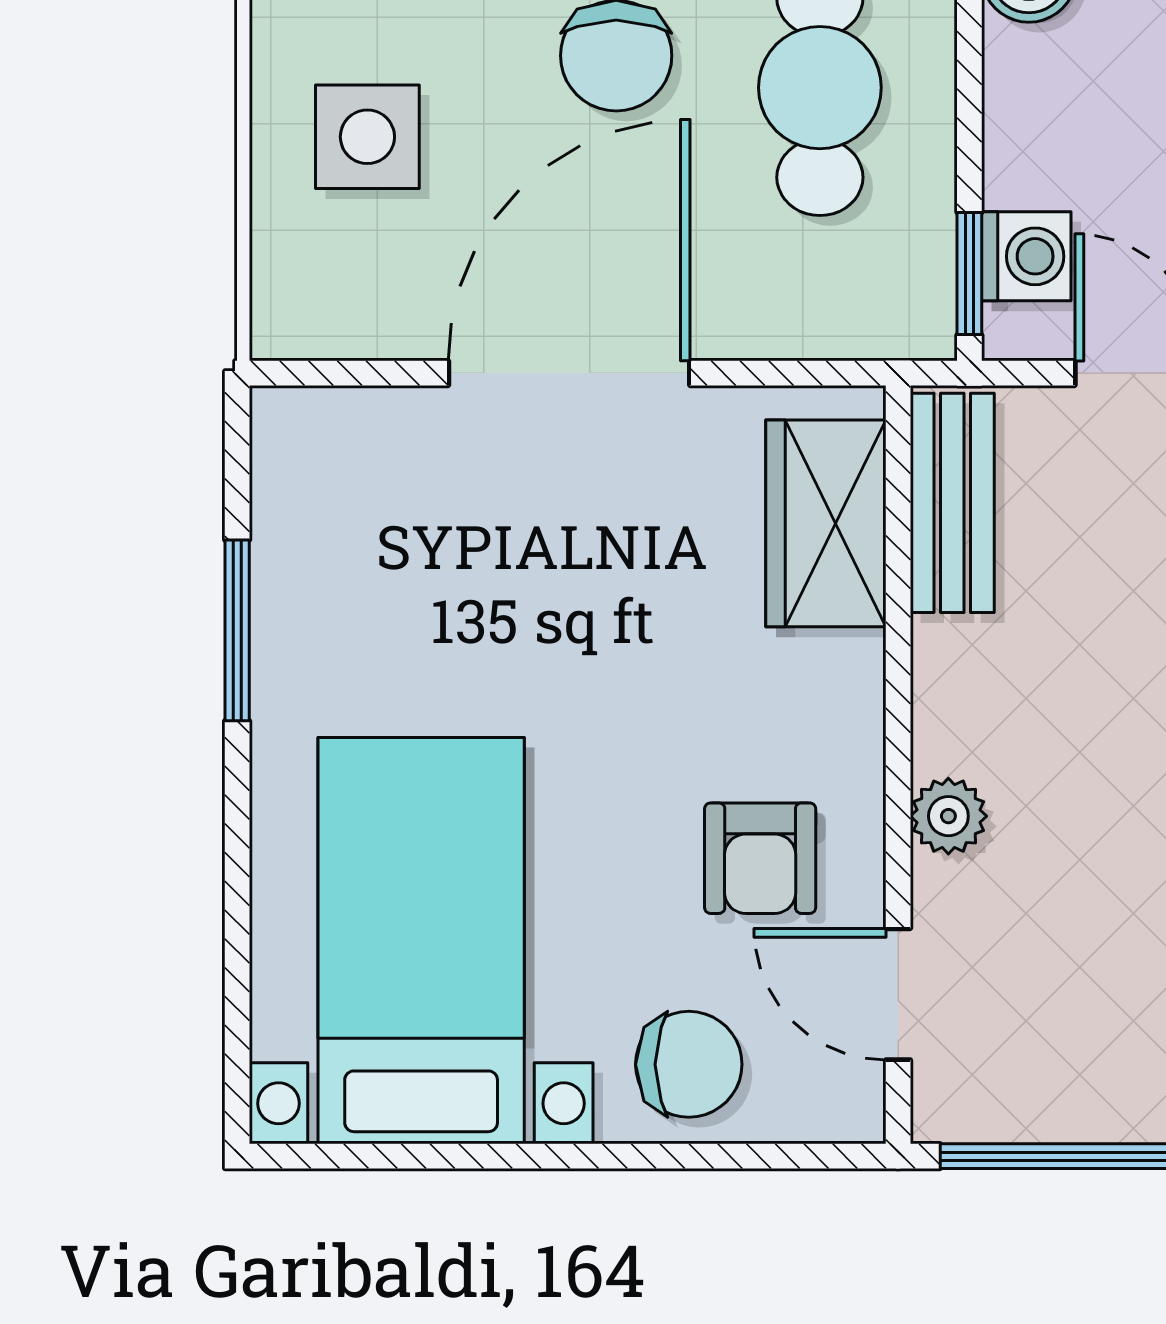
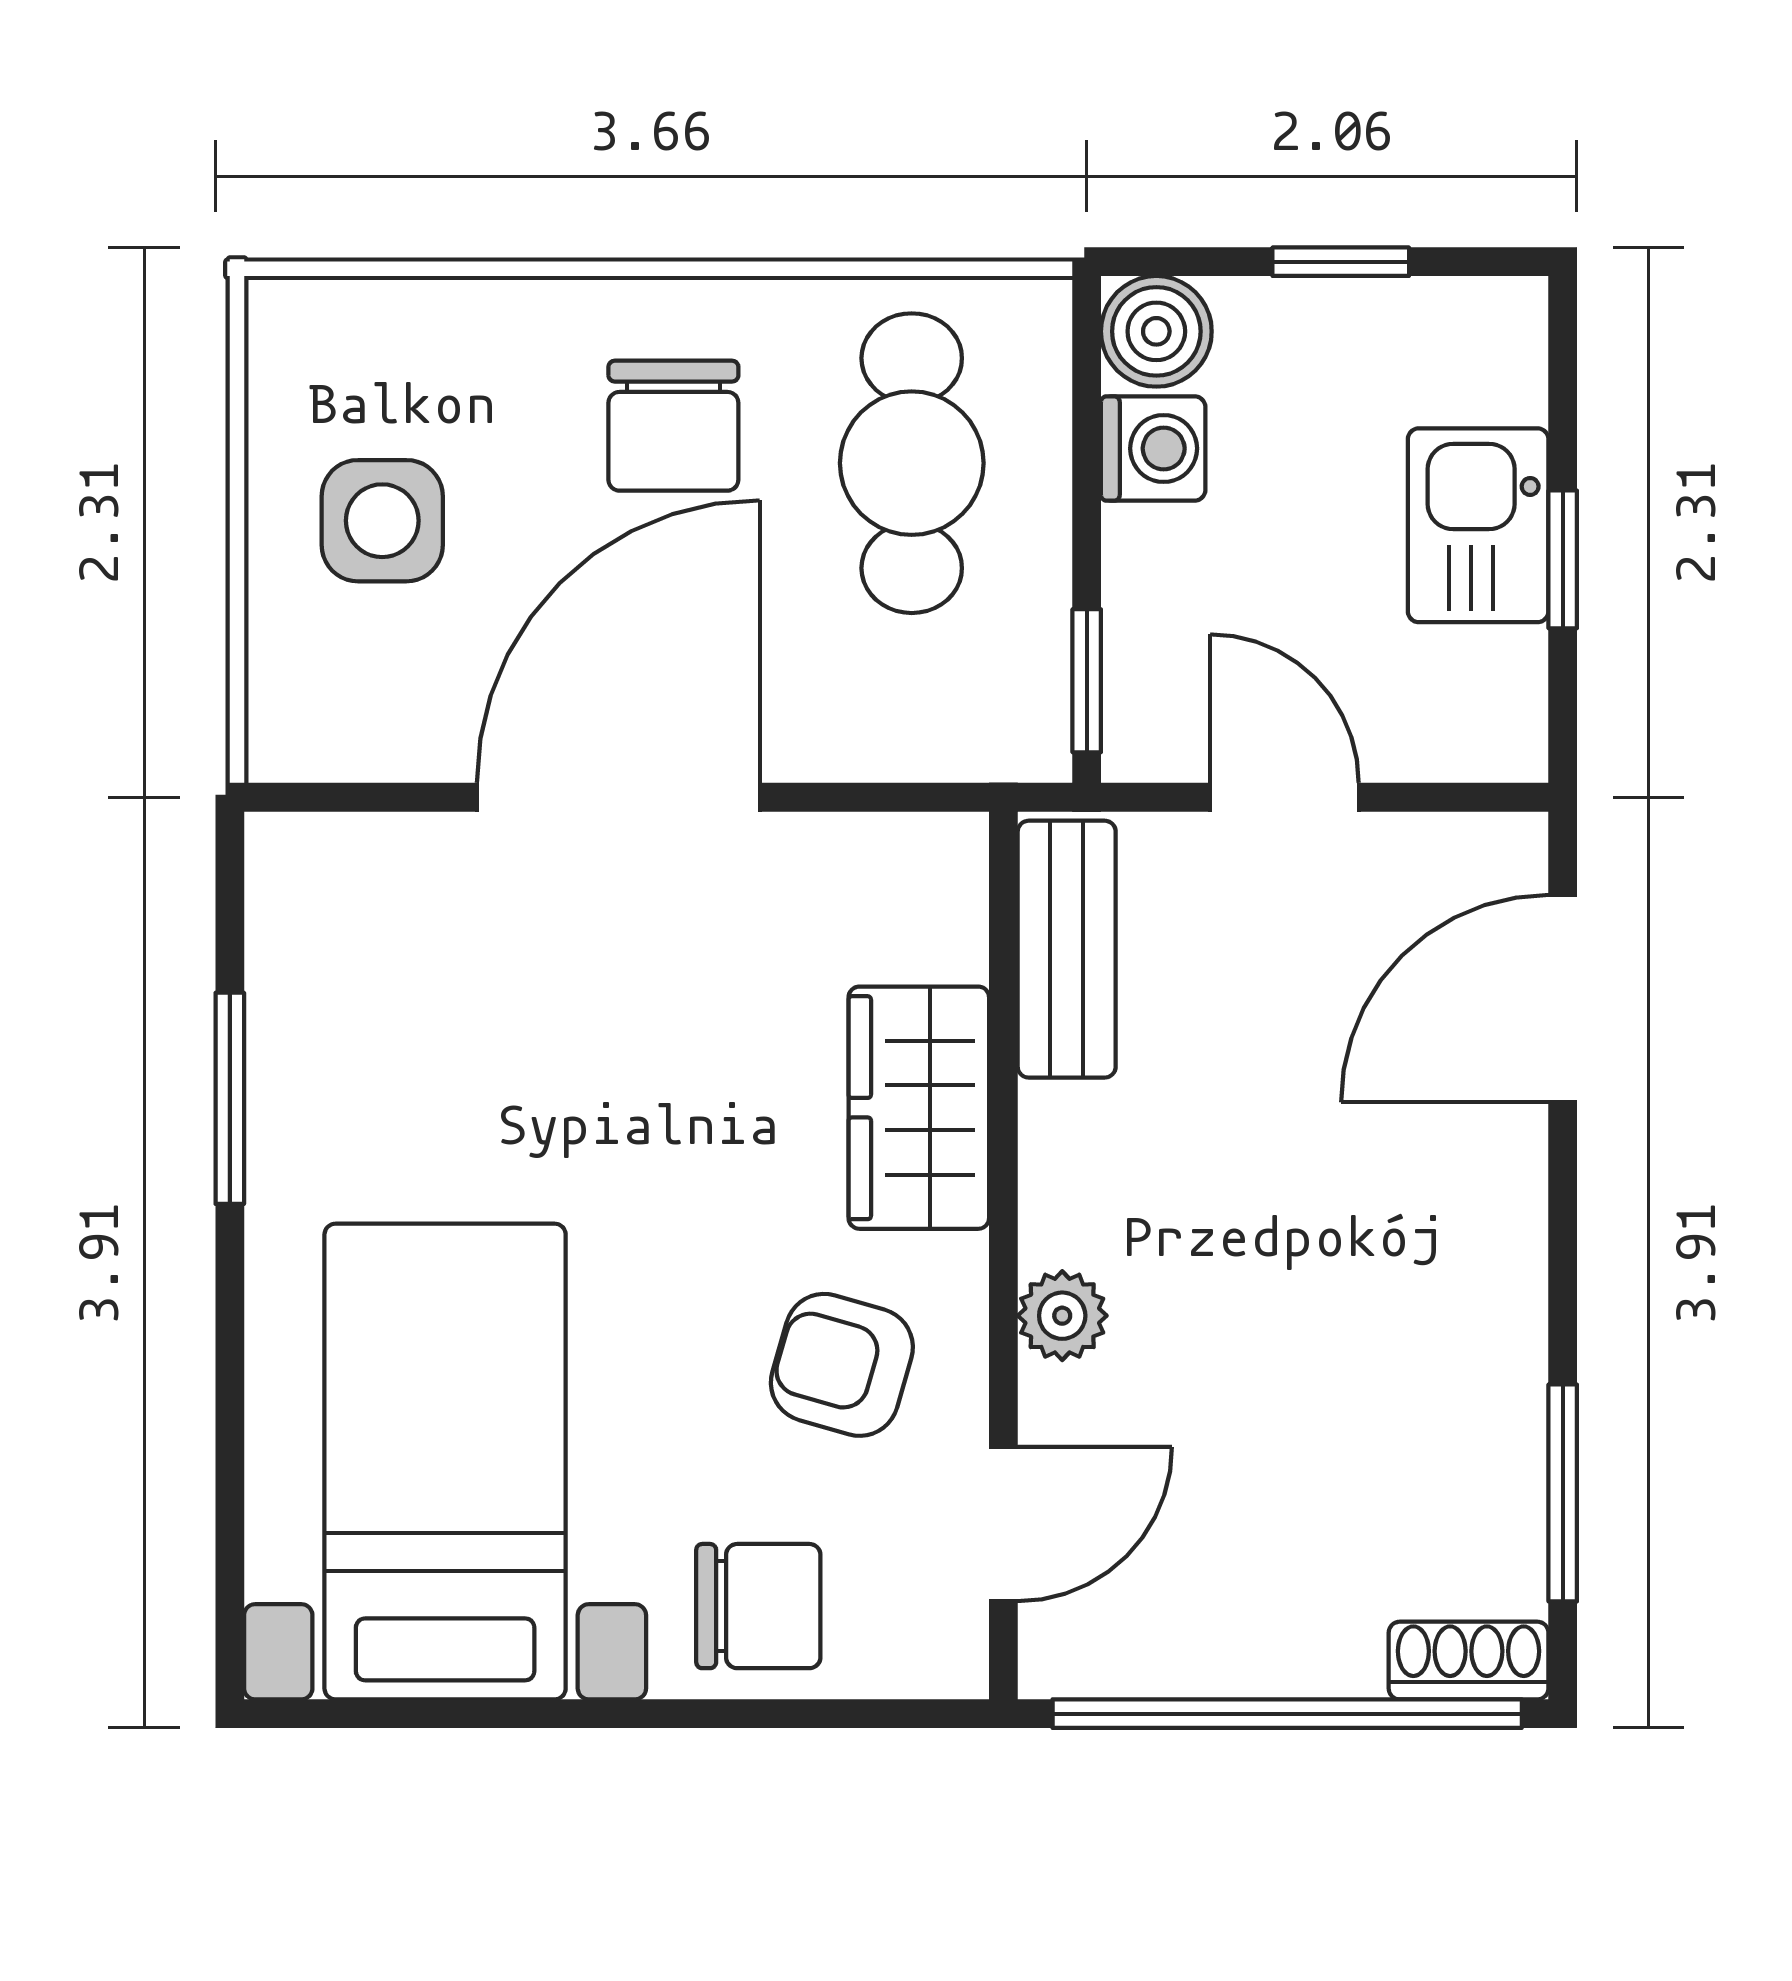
washing machine: (1026, 256) -> (1153, 448), moved
wardrobe: (826, 523) -> (919, 1108), moved
armchair: (760, 858) -> (842, 1365), turned 106
door: (898, 994) -> (1003, 1524), swing flipped

